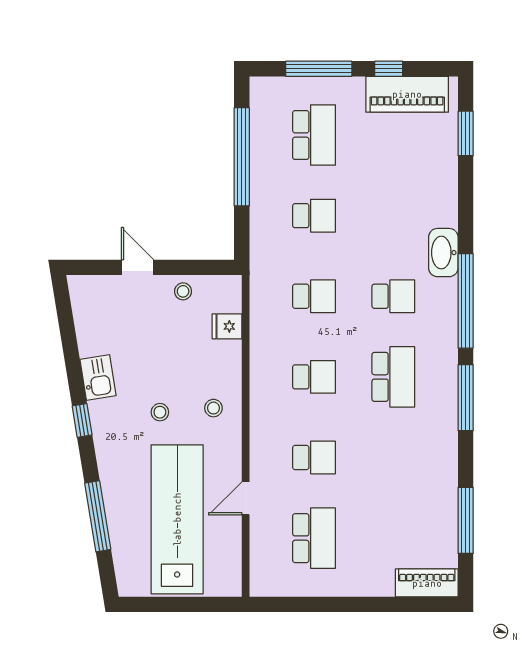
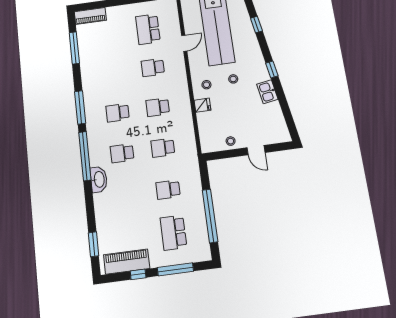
fridge: (227, 326) -> (202, 105), moved
school desk: (393, 377) -> (118, 113), width x0.54
window: (98, 516) -> (256, 25), width x0.46

